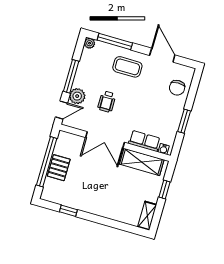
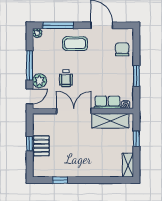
chair: (177, 88) -> (122, 49), turned 180
double door: (105, 140) -> (74, 111), swing flipped
window: (47, 162) -> (30, 144), width x0.32

